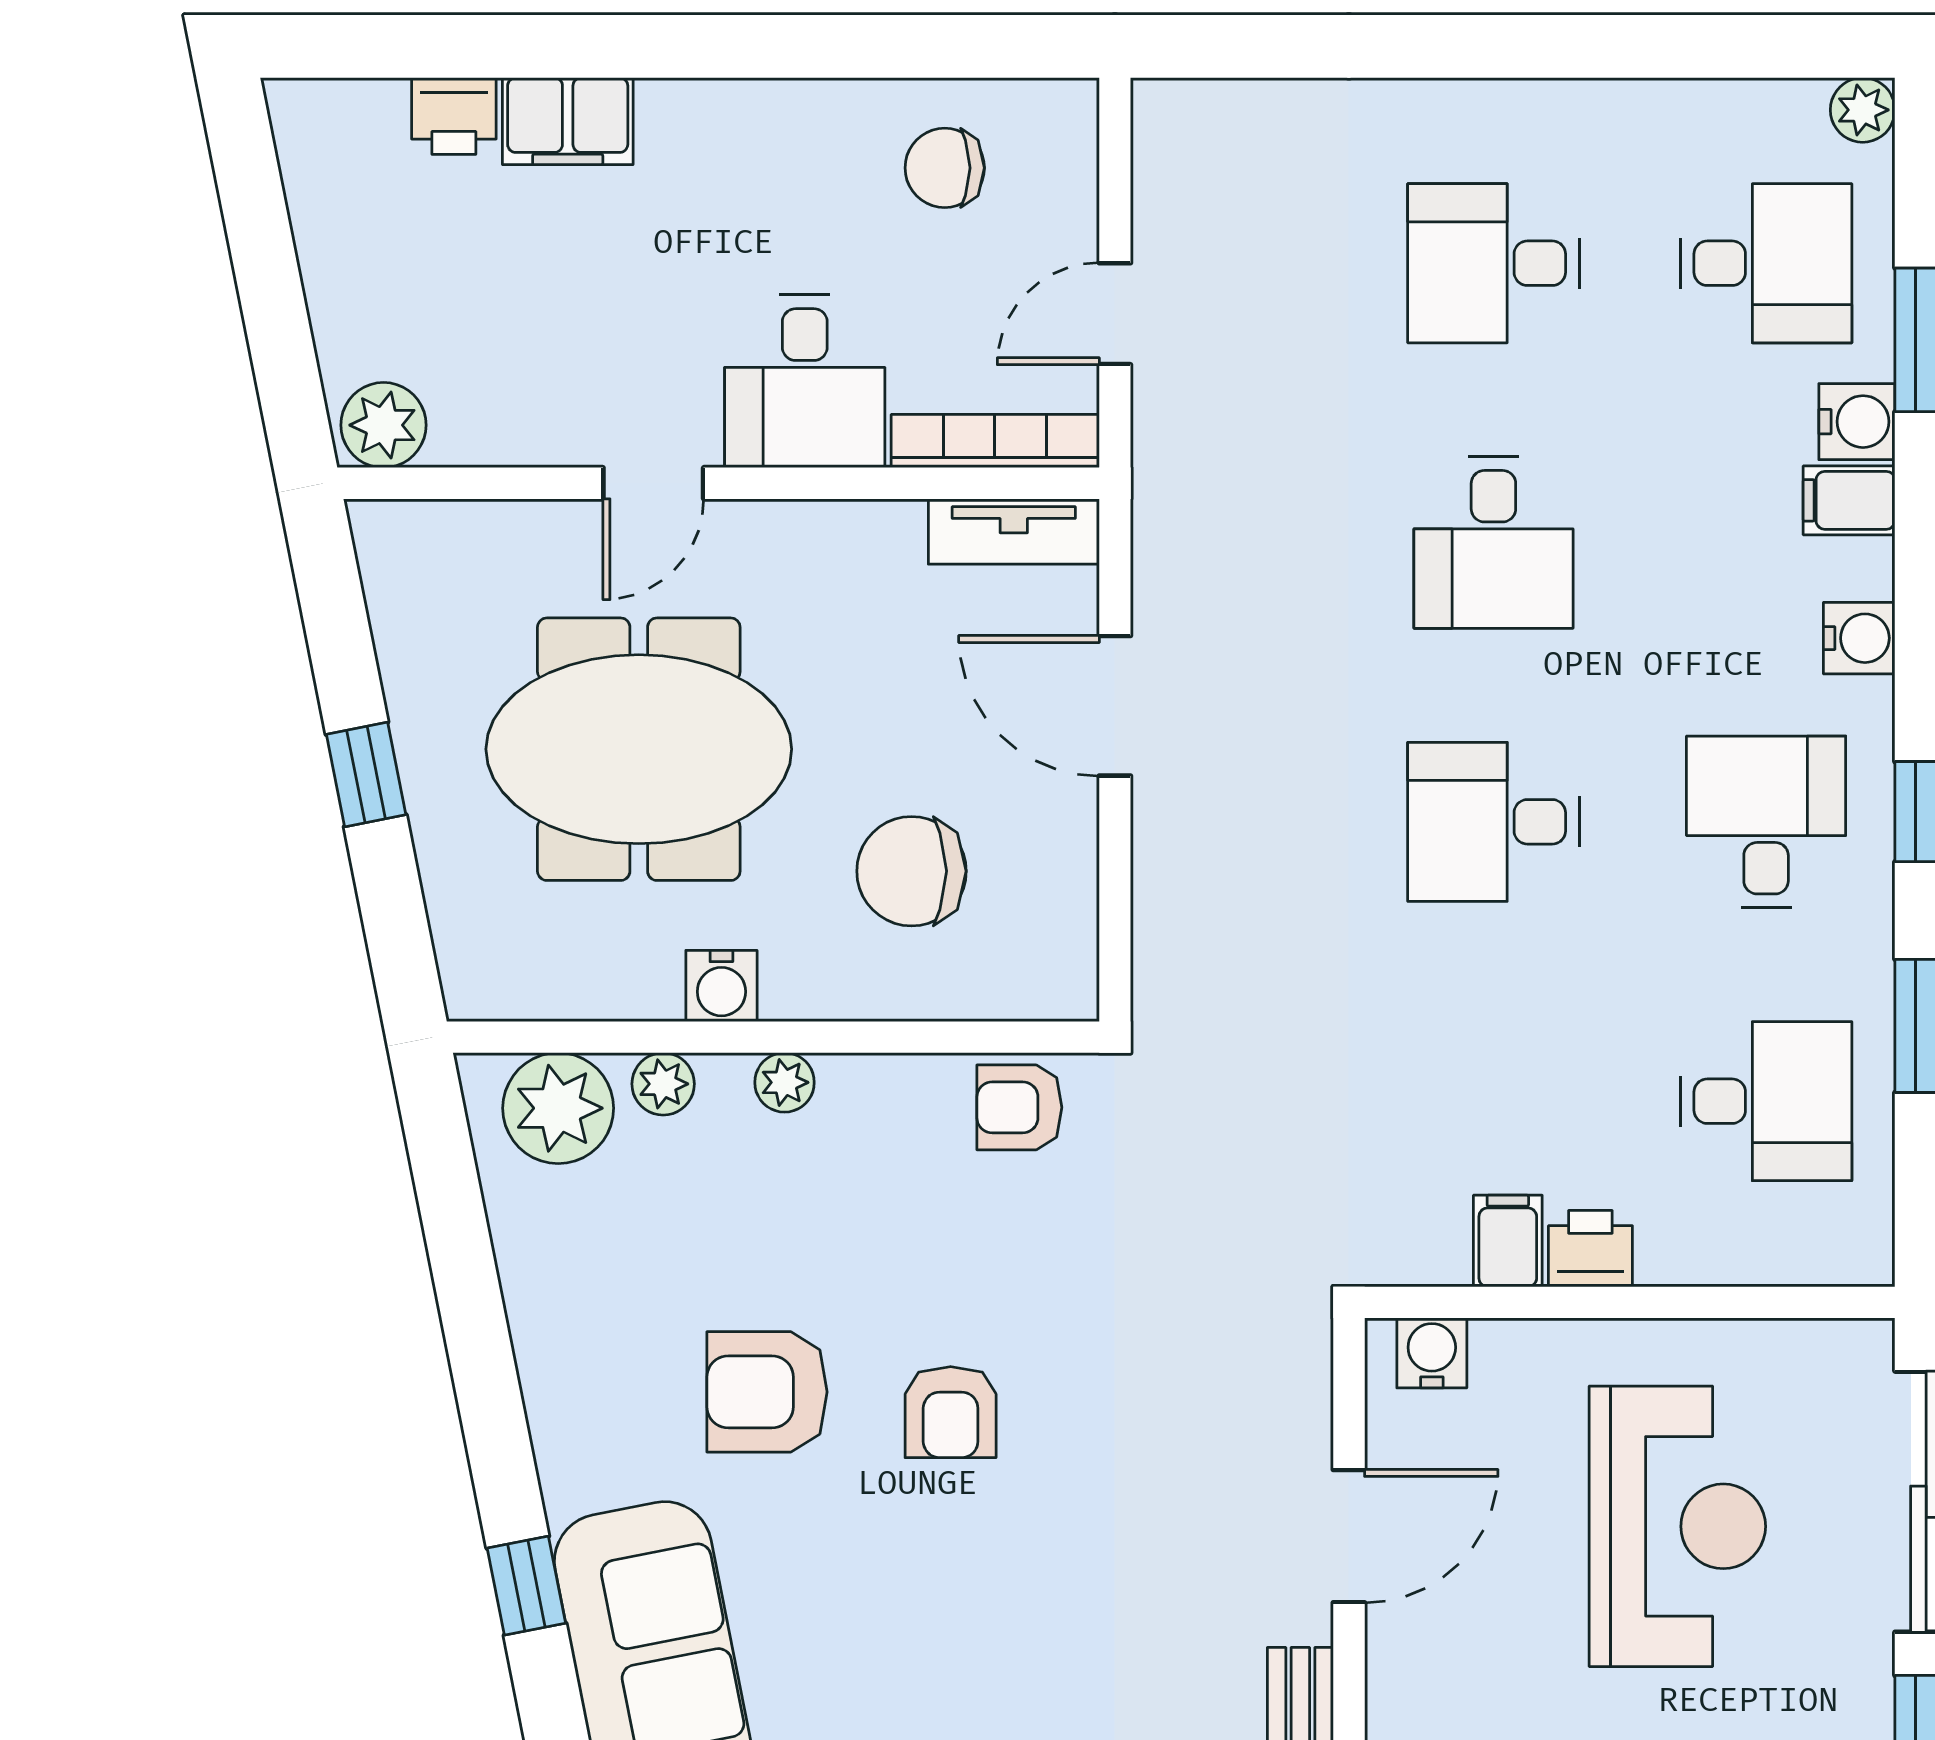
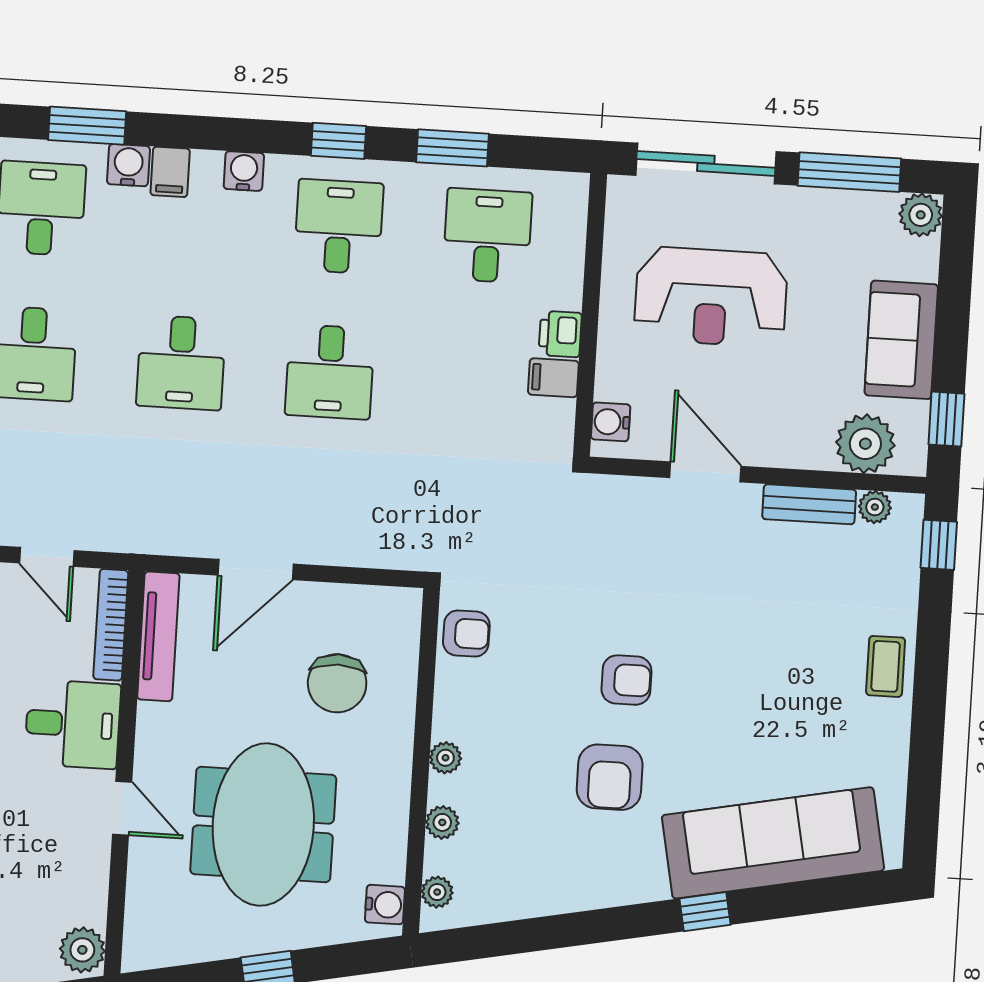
tv unit: (1014, 532) -> (158, 636), width x1.41
desk: (1493, 543) -> (181, 363), turned 90
desk: (1766, 822) -> (339, 227), turned 90
water cooler: (721, 986) -> (385, 905), moved
armchair: (1019, 1107) -> (466, 634), turned -90
plant: (558, 1108) -> (437, 892), width x0.53, depth x0.53
reception desk: (1677, 1526) -> (711, 297), turned 180

